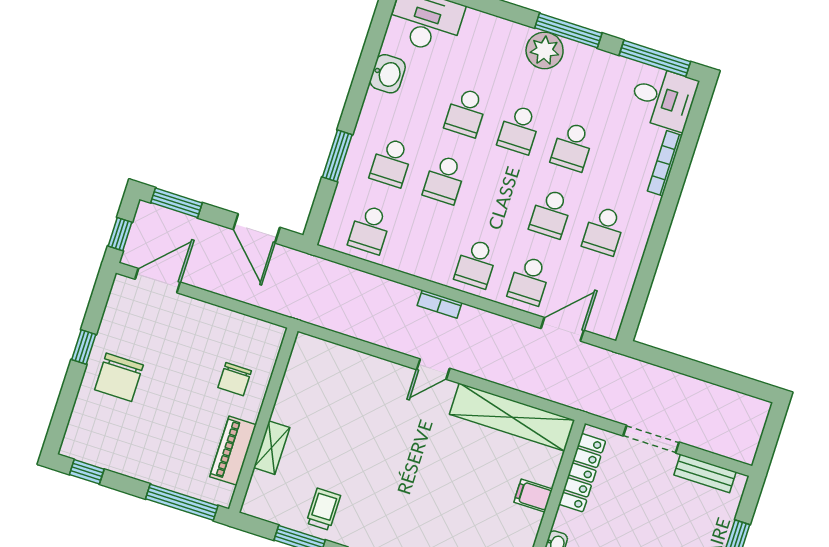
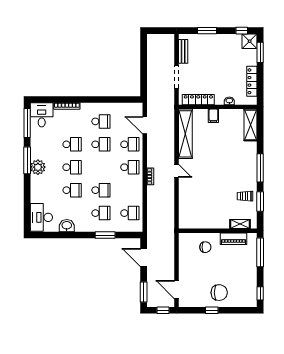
door: (256, 228) -> (144, 258), swing flipped
shelving: (272, 448) -> (240, 224), moved

